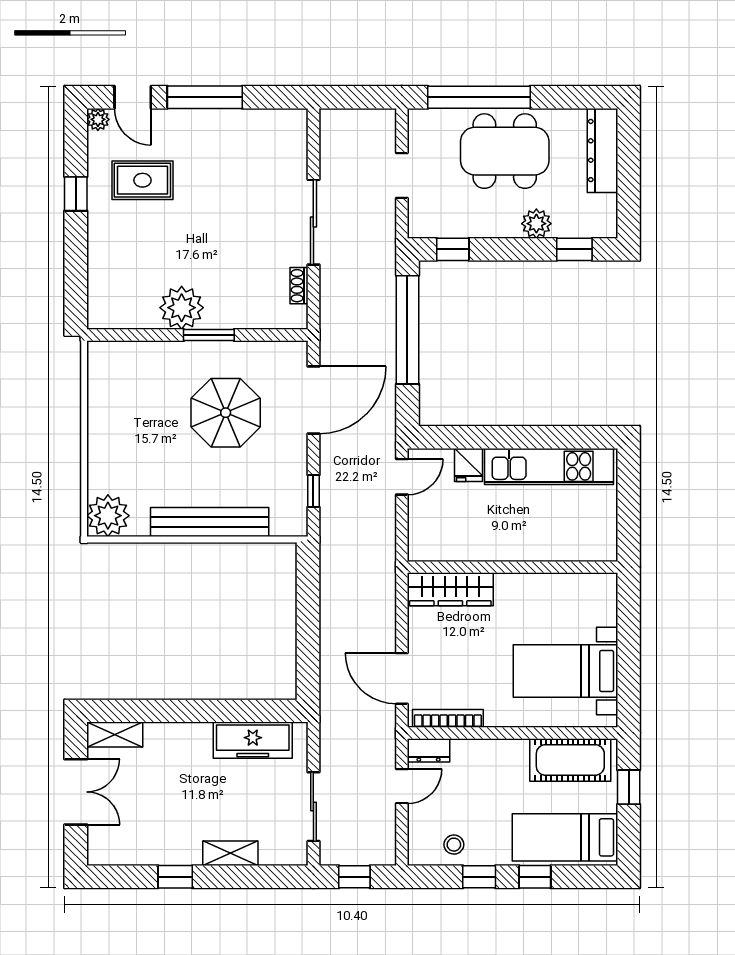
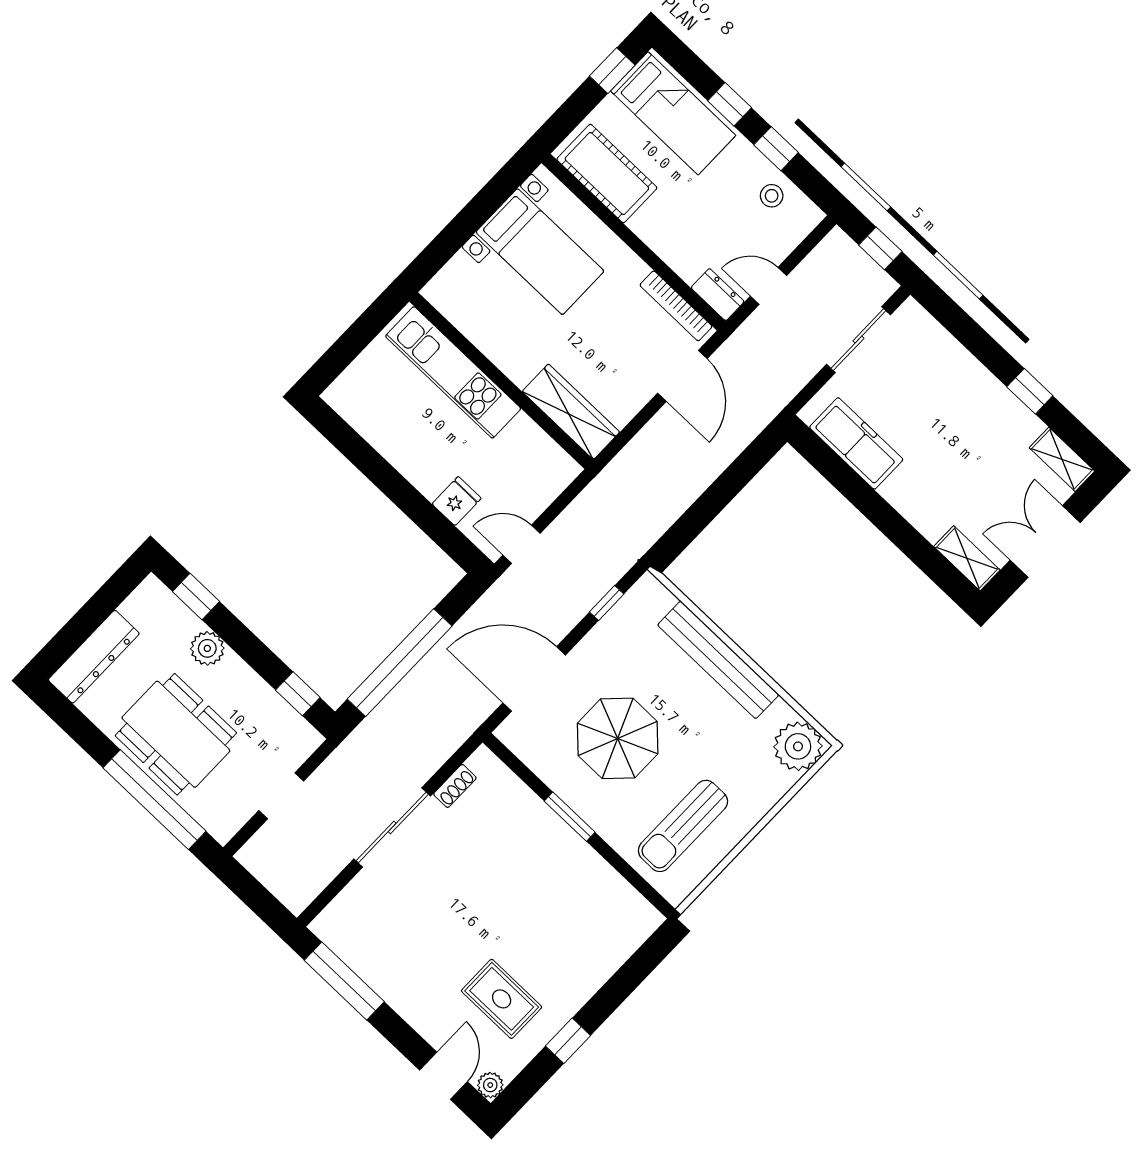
window: (205, 97) -> (344, 981), moved
plant: (182, 308) -> (571, 861), removed
sun lounger: (132, 397) -> (683, 826), added
kitchen unit: (549, 466) -> (453, 372), moved, turned 180
window: (629, 787) -> (612, 71), moved
shelving: (230, 853) -> (1062, 459), moved

